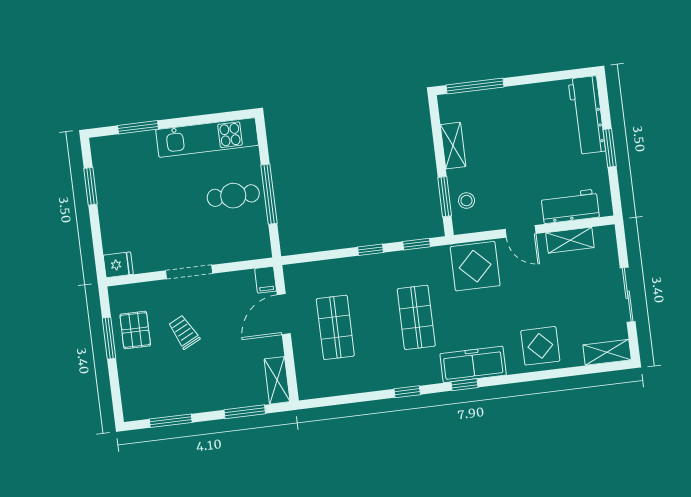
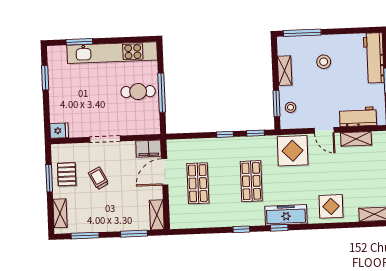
stool: (511, 127) -> (324, 62), added
kitchen unit: (207, 137) -> (112, 53), width x1.36
filing cabinet: (266, 280) -> (149, 149), width x2.00
shelving: (130, 390) -> (60, 213), added

